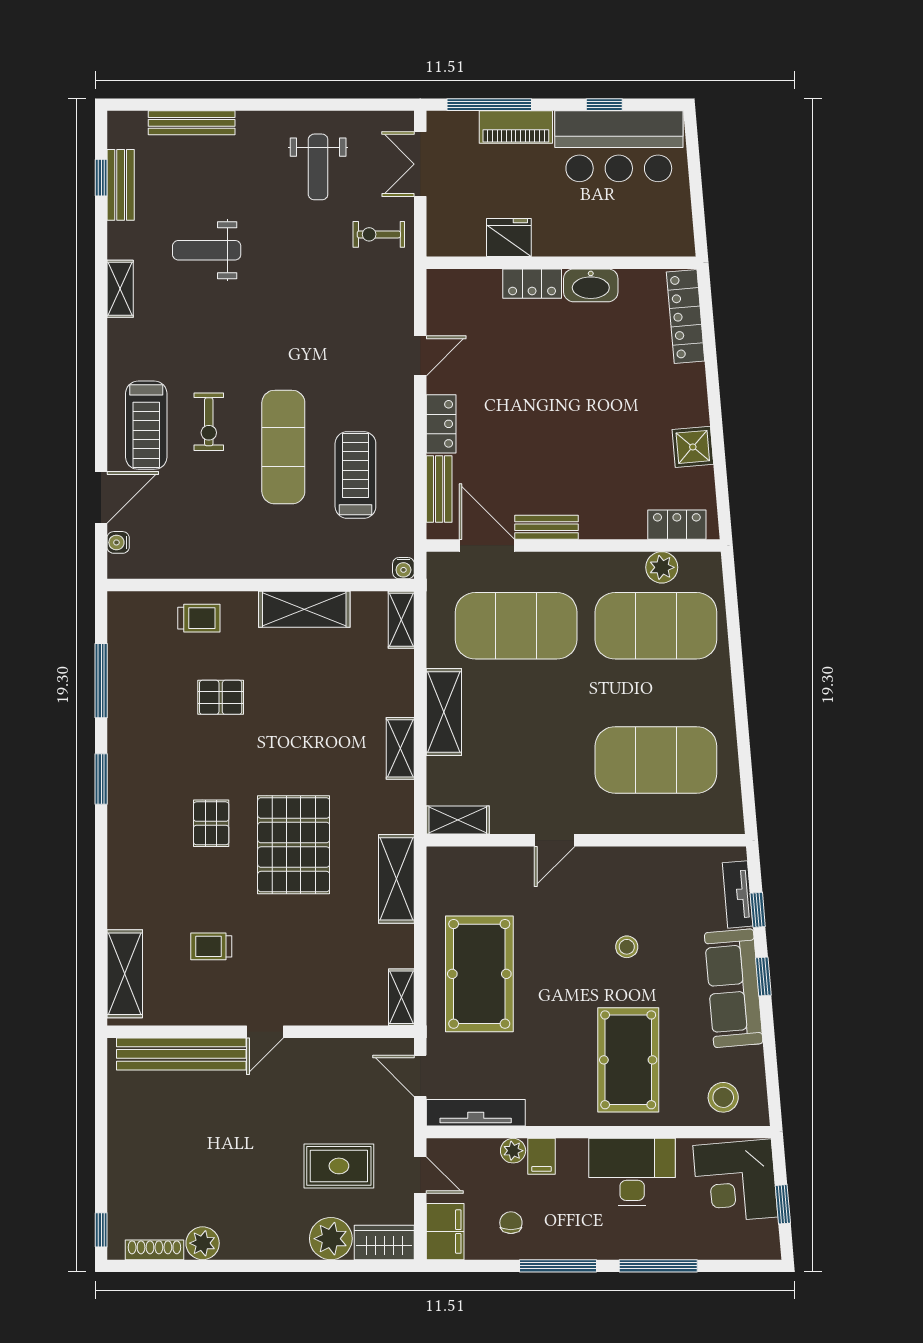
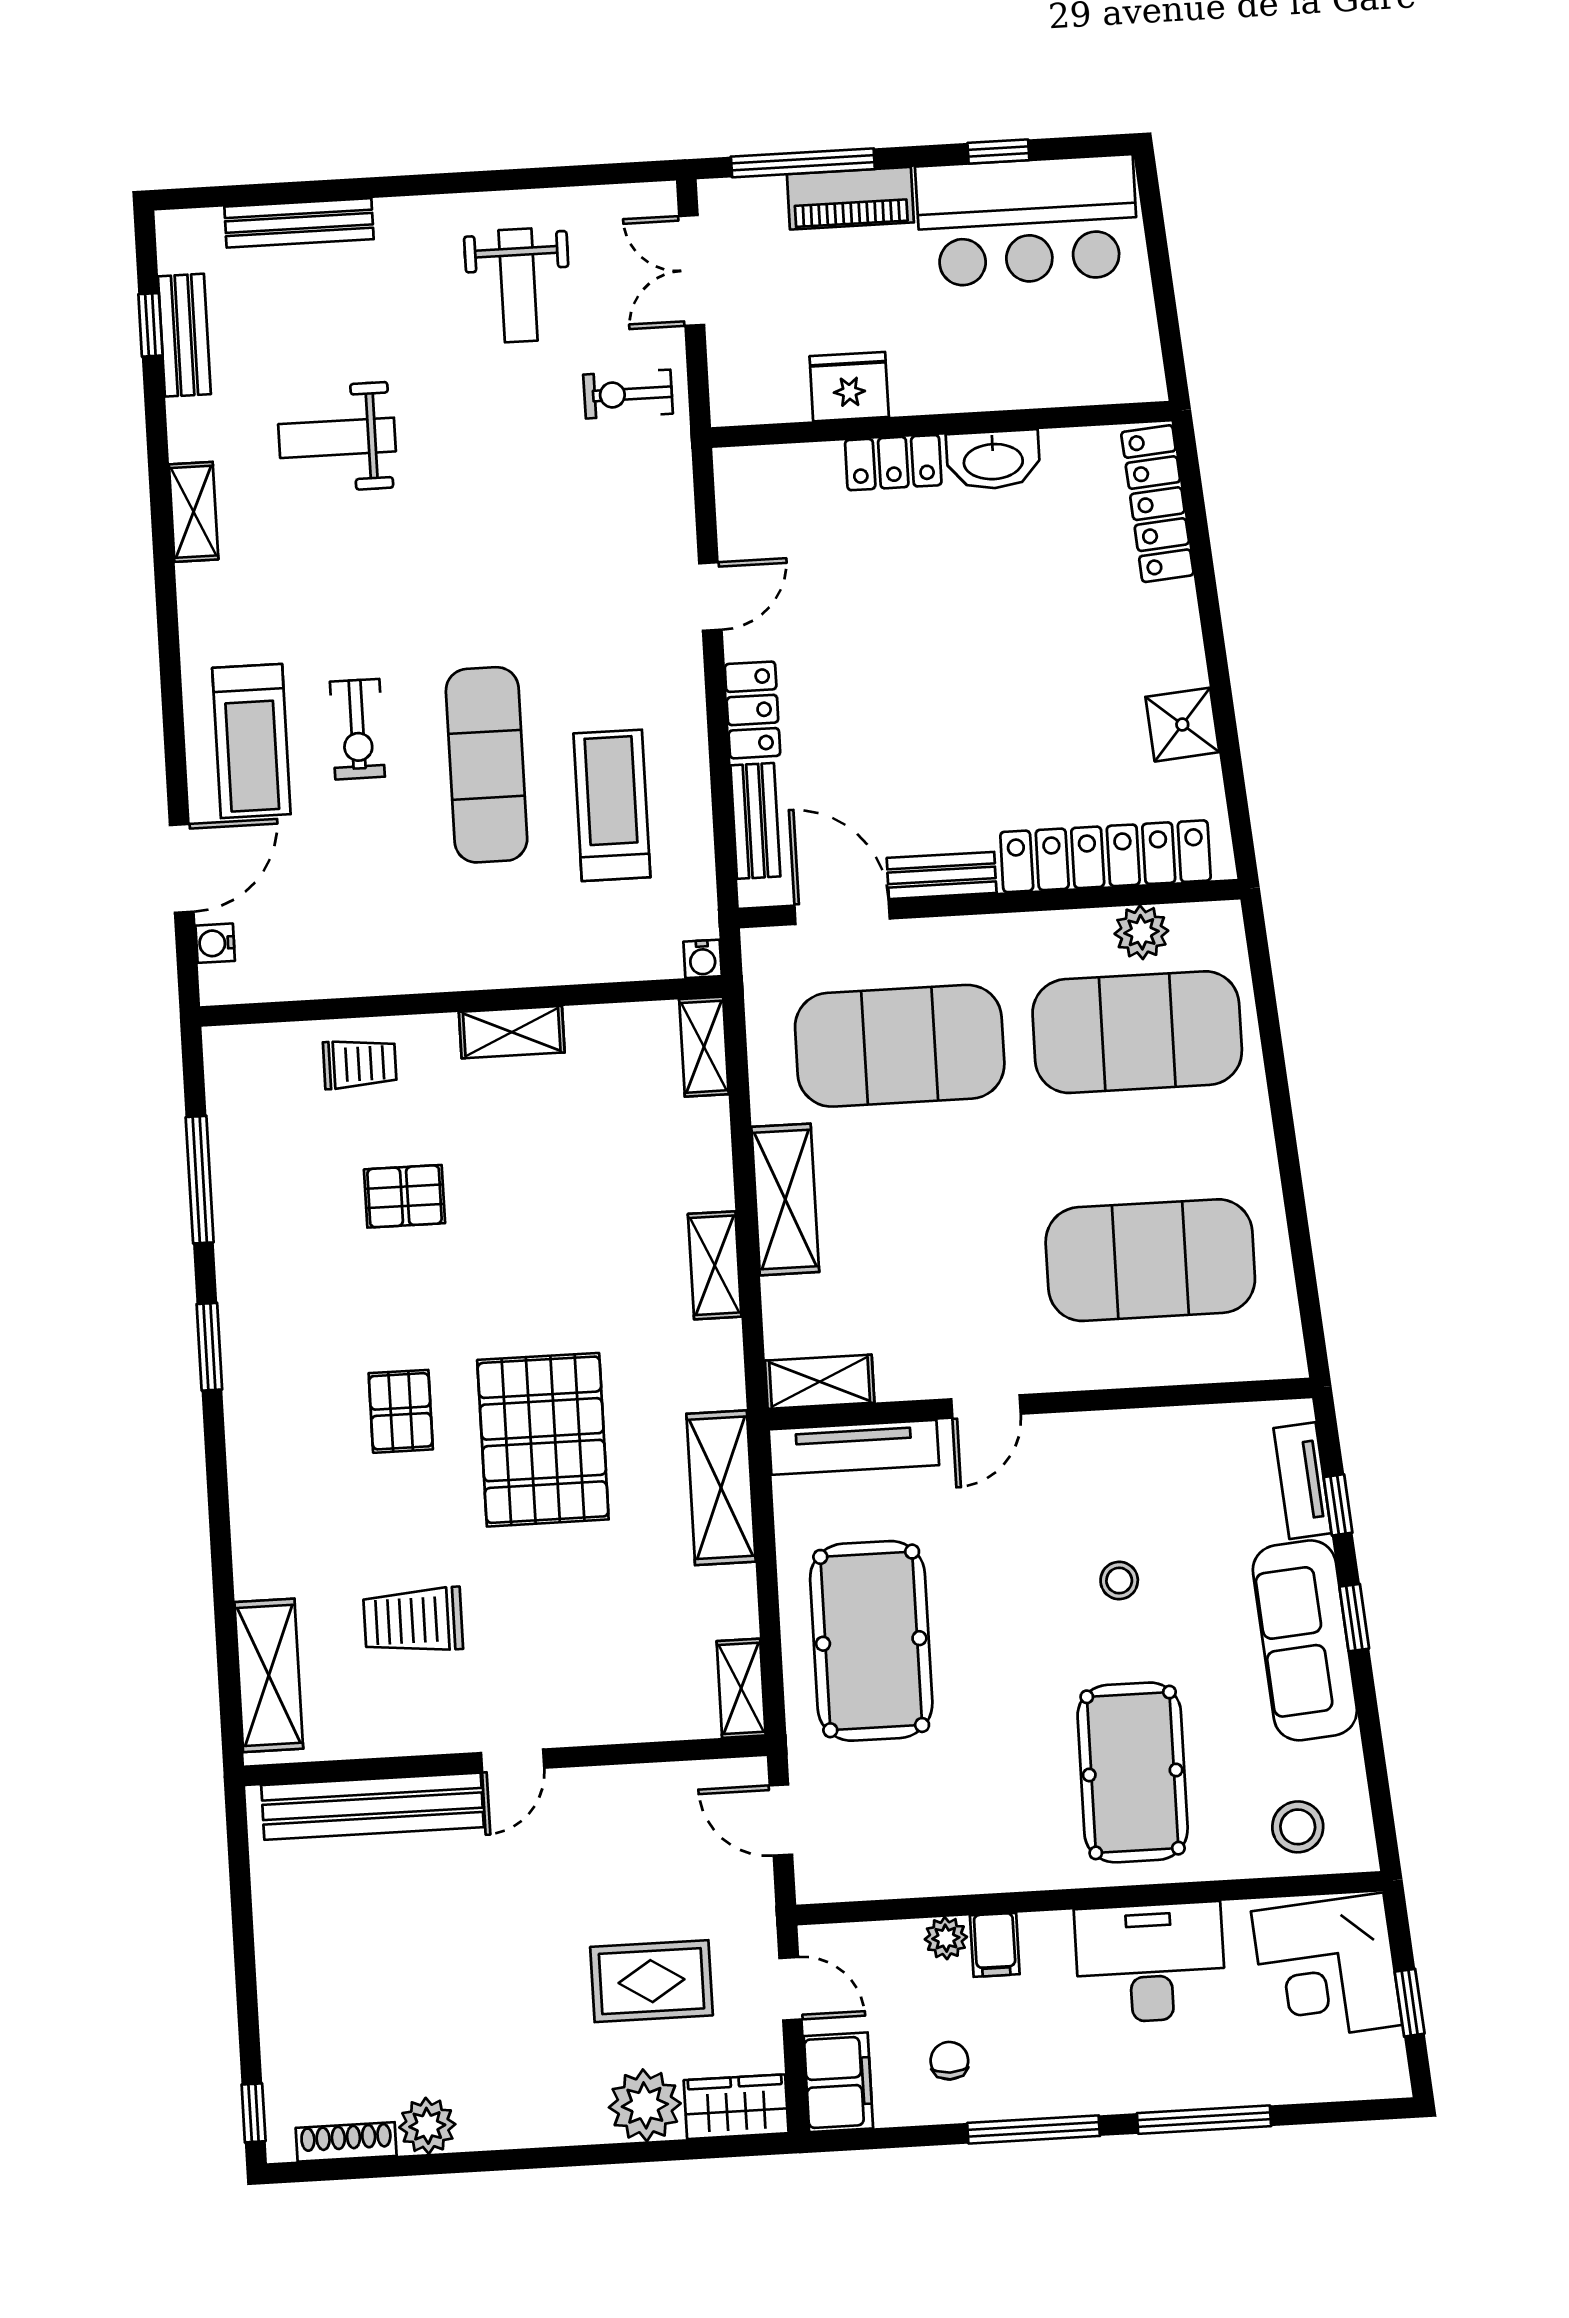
locker: (677, 525) -> (1105, 856), width x2.16, depth x1.21
shelving: (304, 609) -> (512, 1032), width x0.67, depth x0.75
trolley: (211, 946) -> (413, 1620), width x1.36, depth x1.39
tv unit: (476, 1113) -> (854, 1447), moved, turned 180

